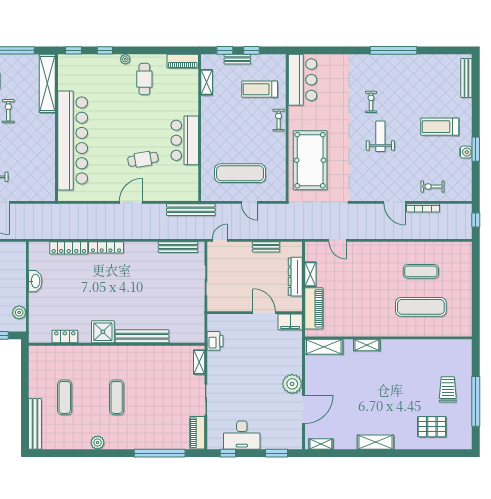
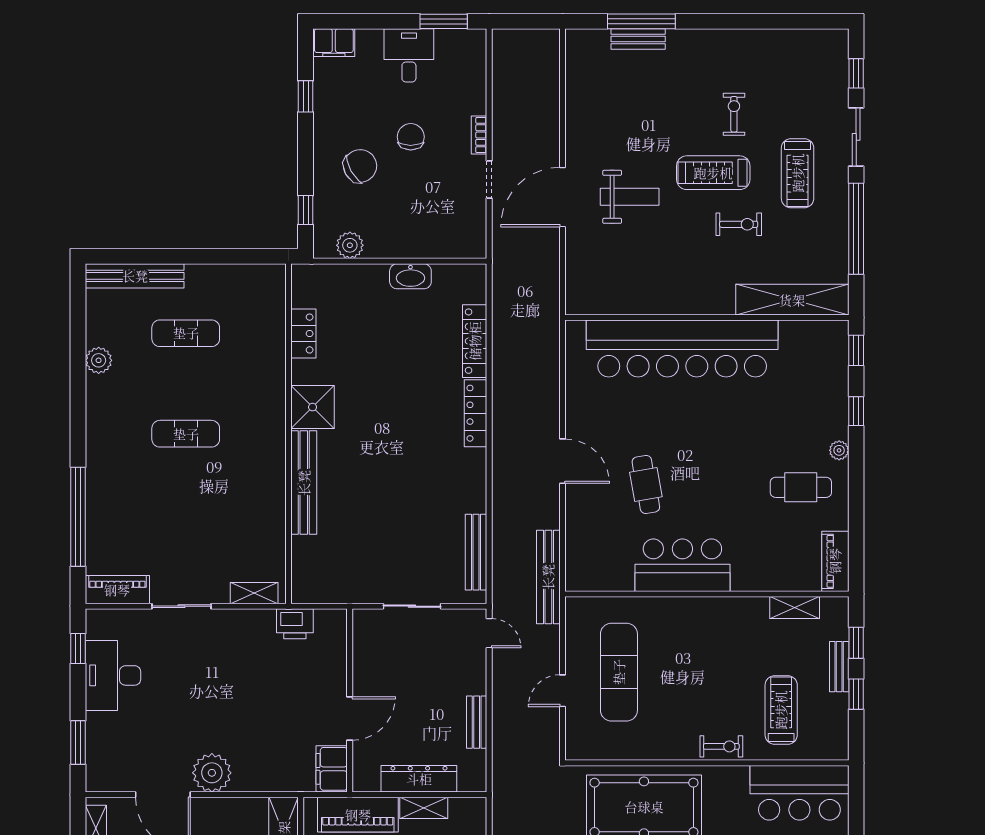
plant: (98, 443) -> (99, 360), moved

